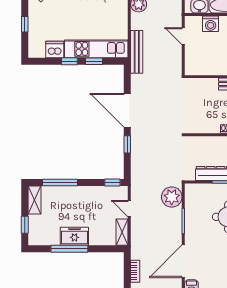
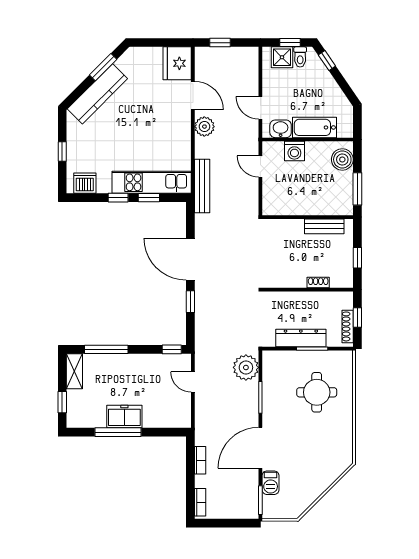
dishwasher: (55, 49) -> (85, 183), moved
shelving: (122, 232) -> (184, 411), removed

